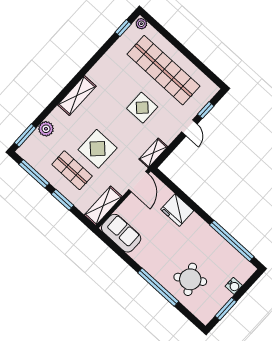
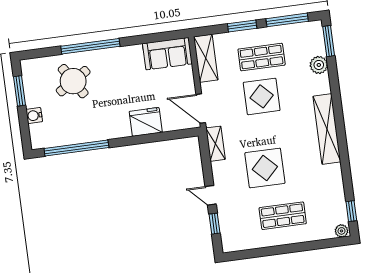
shop shelf: (163, 70) -> (283, 216), width x0.50, depth x0.74
shelving: (77, 96) -> (327, 129), width x1.47
display table: (142, 108) -> (265, 168), width x1.36, depth x1.36

